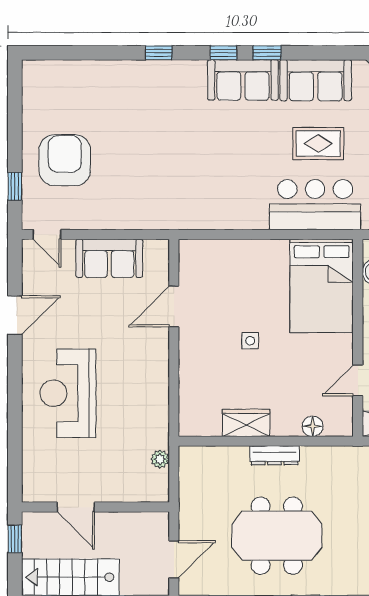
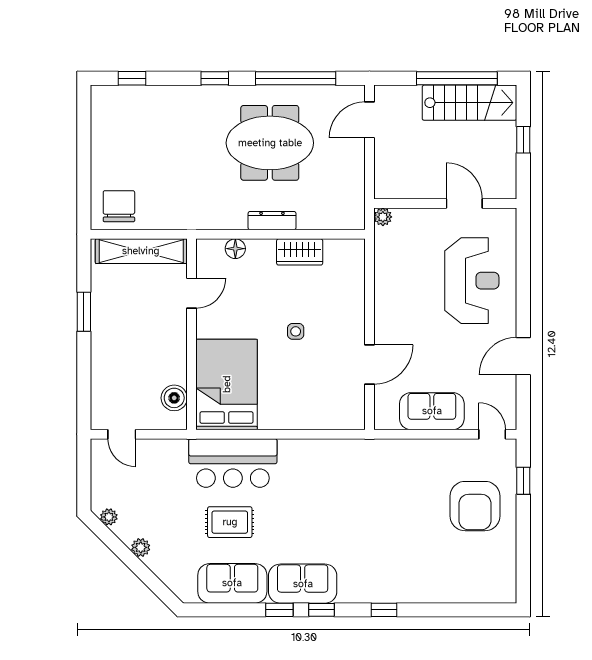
door: (76, 507) -> (464, 204), moved
wall: (95, 507) -> (445, 204), moved

